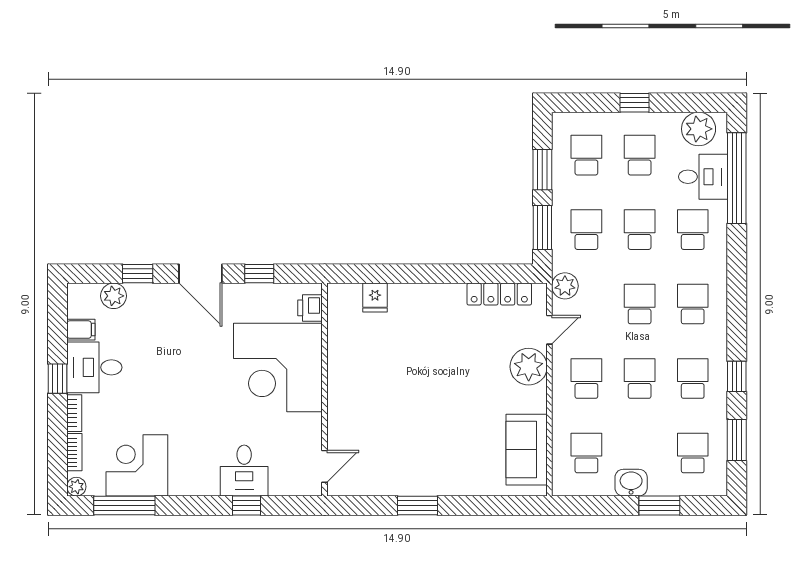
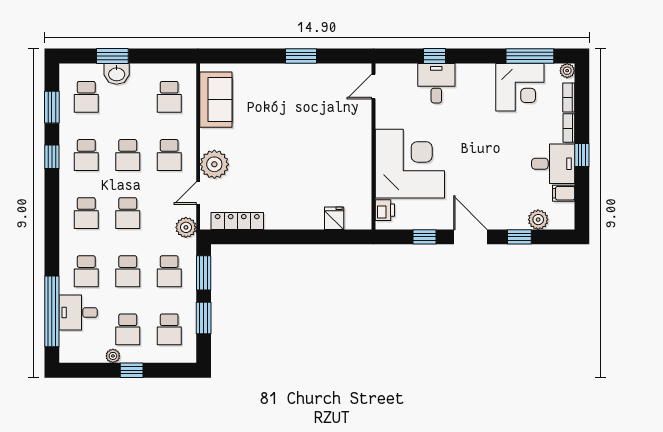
plant: (699, 129) -> (113, 356), moved, width x0.53, depth x0.53
washbasin: (631, 483) -> (117, 74), moved

